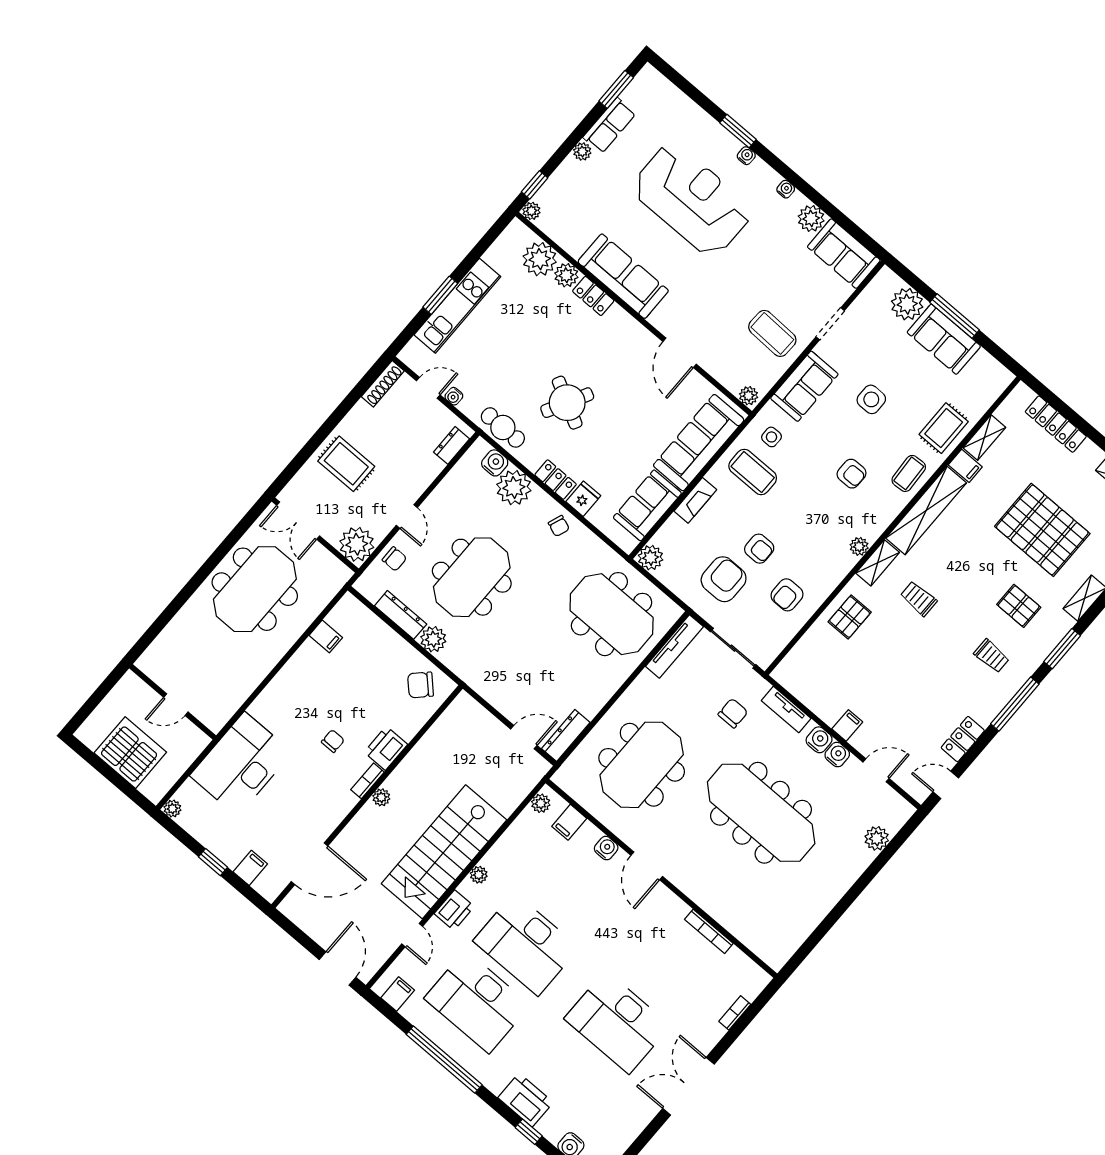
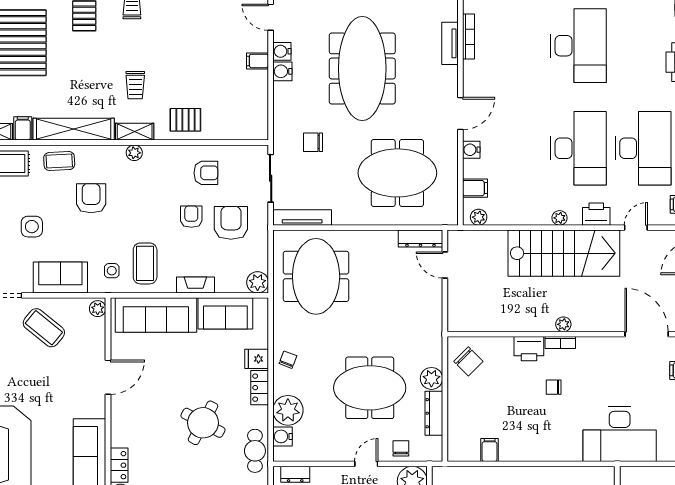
coffee table: (772, 333) -> (44, 328), turned -53
armchair: (852, 474) -> (91, 198), width x1.38, depth x1.38
armchair: (724, 579) -> (231, 223), turned 90
tv unit: (786, 710) -> (450, 43), moved, turned 180

